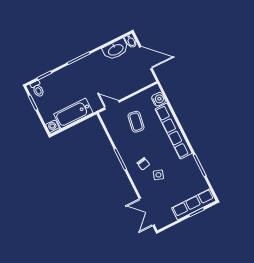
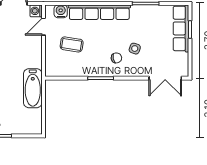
door: (112, 105) -> (43, 27), moved
bathtub: (73, 113) -> (33, 88), moved
washing machine: (53, 127) -> (36, 11), moved

